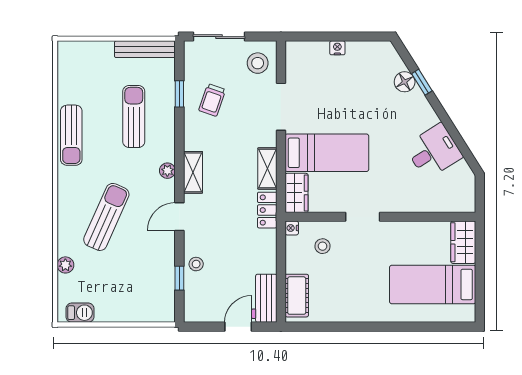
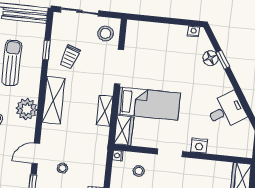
nightstand: (337, 48) -> (194, 31), moved
plant: (167, 171) -> (27, 109), width x1.88, depth x1.88
shelving: (193, 172) -> (54, 100), width x1.50, depth x1.33
nightstand: (401, 203) -> (199, 146), added
locker: (267, 210) -> (101, 141), removed
door: (179, 217) -> (36, 153), moved
stool: (196, 264) -> (62, 168), moved

